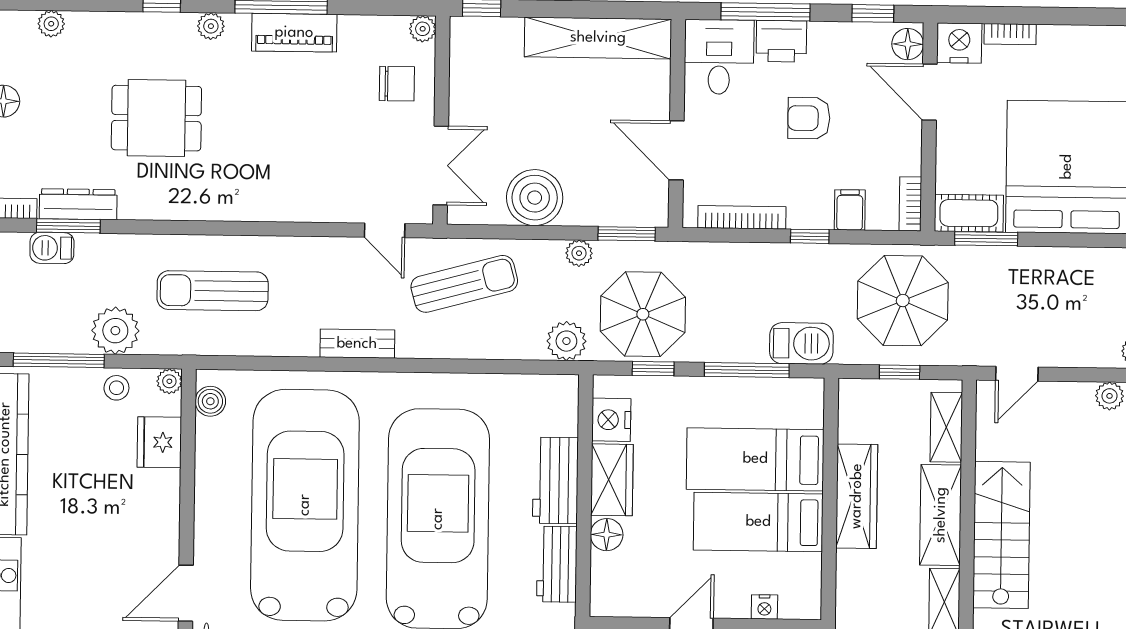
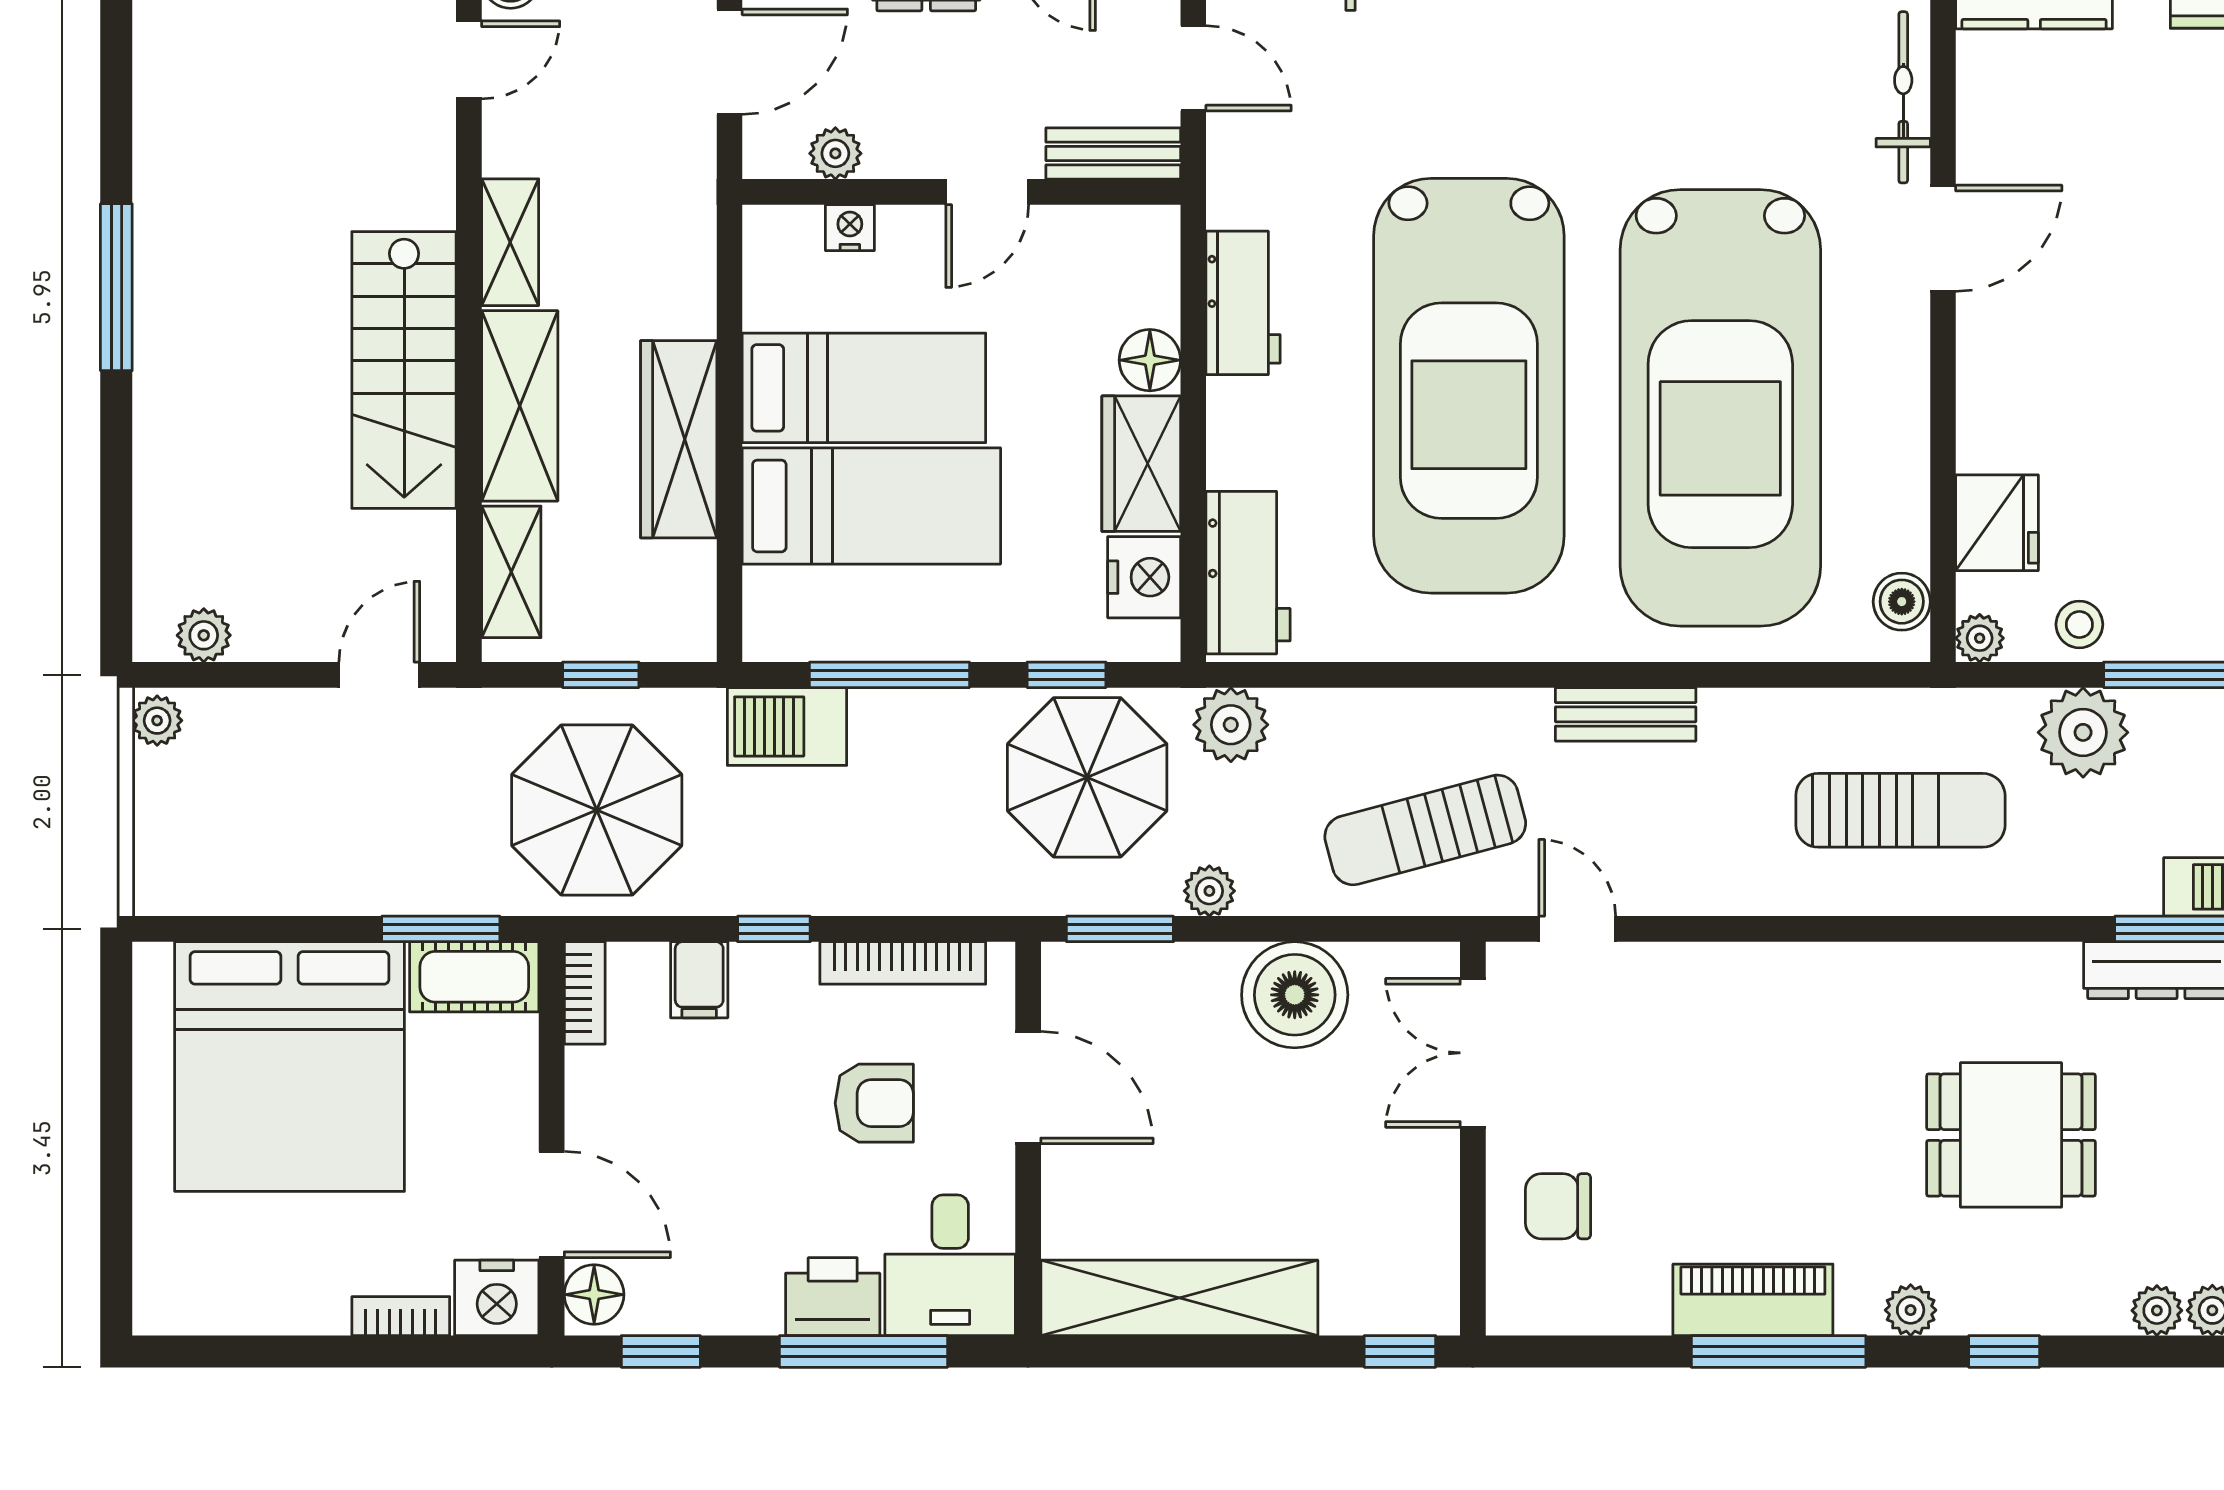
plant: (423, 29) -> (2157, 1310), moved
armchair: (809, 118) -> (874, 1103), moved
workbench: (555, 480) -> (1248, 573), moved

